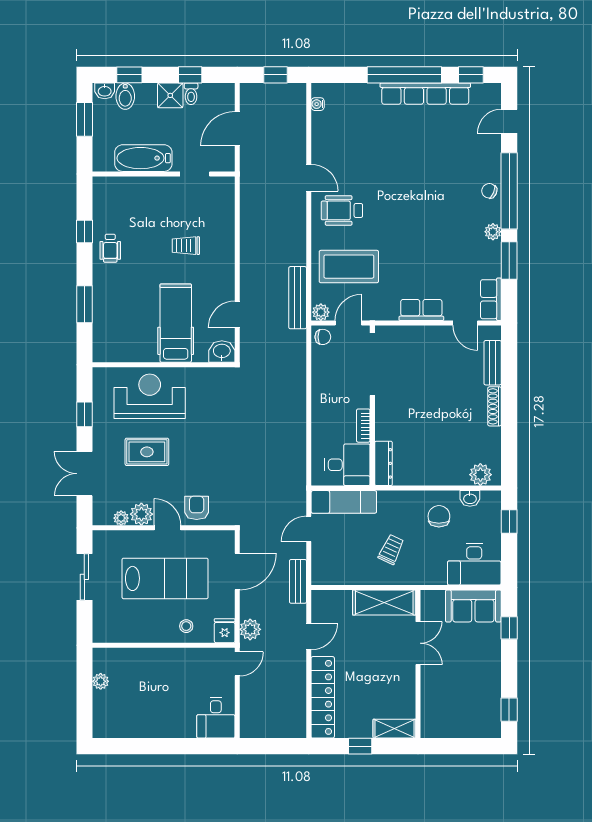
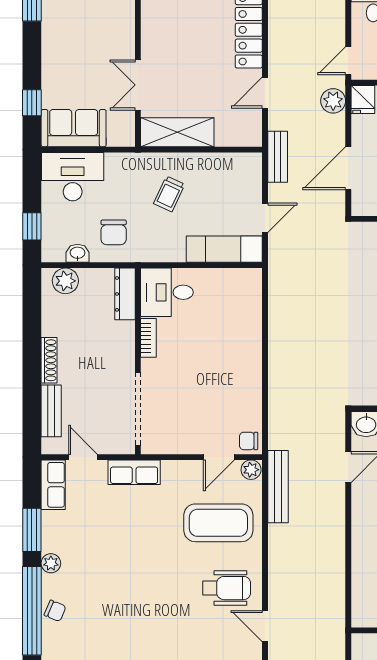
doorway: (372, 364) -> (138, 409), moved
wall: (372, 406) -> (138, 361), moved
bookcase: (363, 426) -> (148, 338), moved
dresser: (383, 463) -> (125, 294), moved
desk: (347, 465) -> (167, 292), moved

